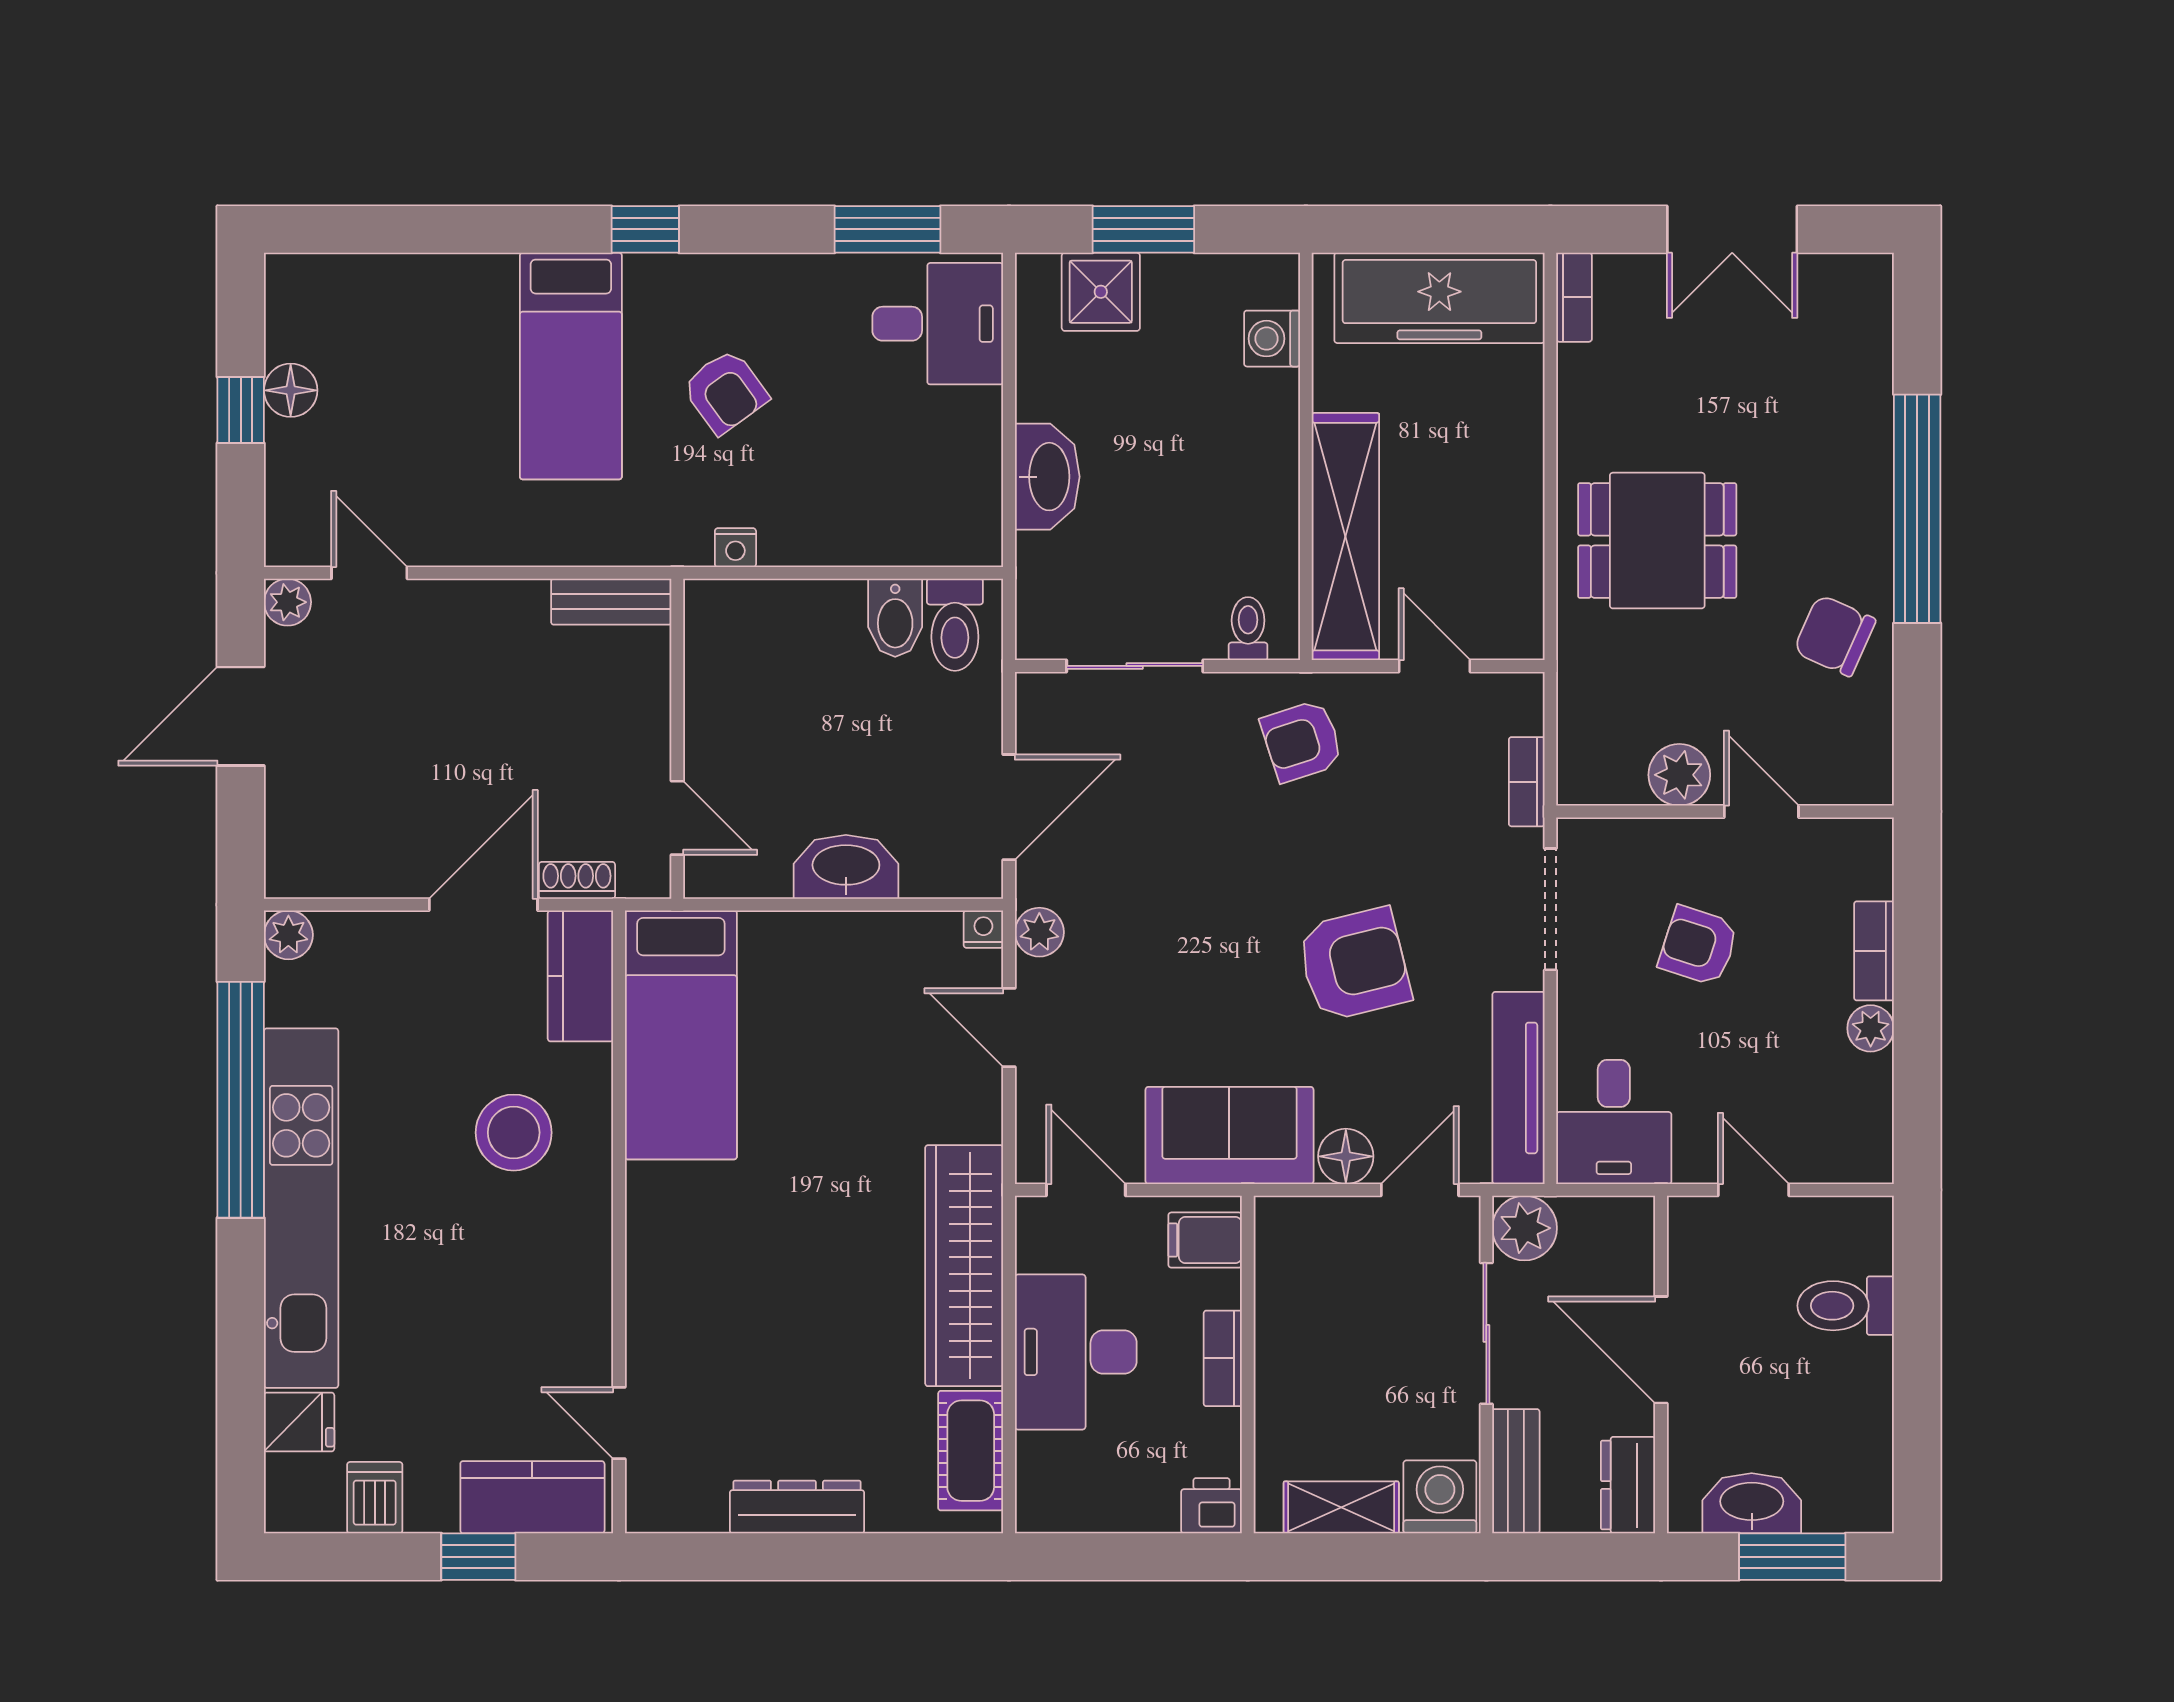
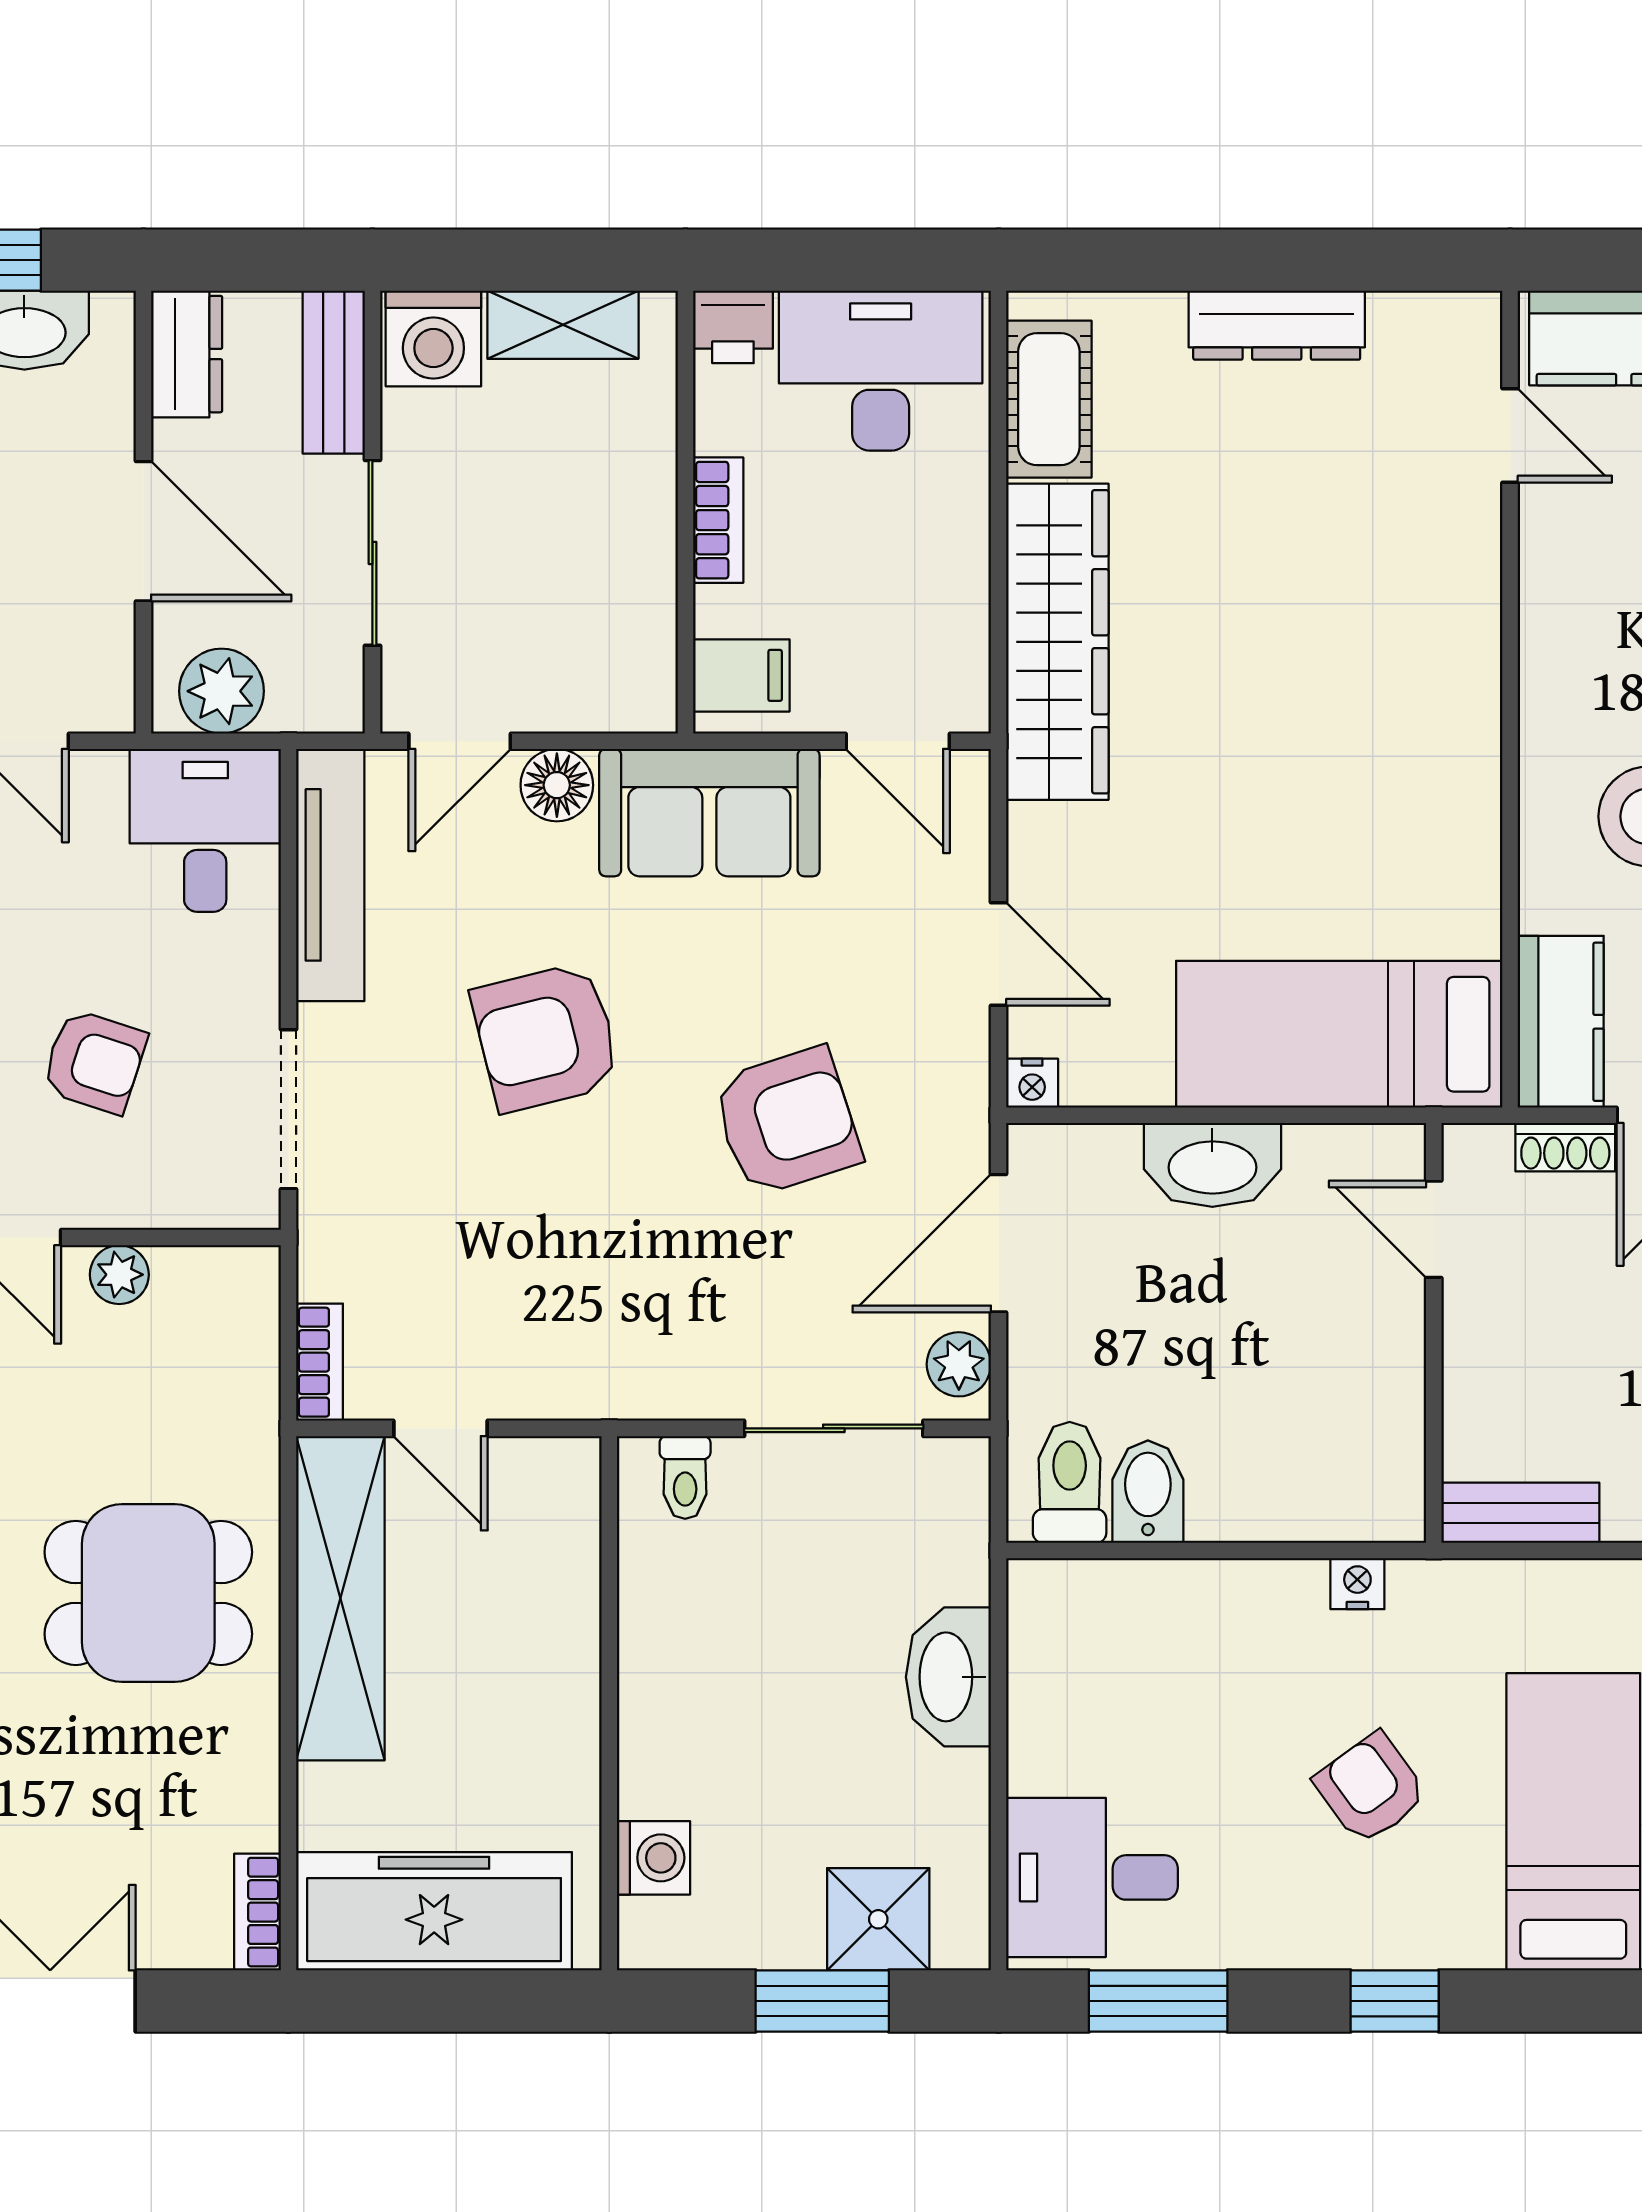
window: (645, 229) -> (1395, 2001), moved
shelving: (1345, 537) -> (340, 1598), moved
armchair: (1302, 741) -> (787, 1121), moved, width x1.38, depth x1.38
plant: (1679, 775) -> (119, 1275), width x0.73, depth x0.73
bookcase: (1527, 782) -> (320, 1362), moved
plant: (1039, 932) -> (959, 1364), moved
bed: (681, 1035) -> (1339, 1034), moved, turned -90
plant: (1525, 1228) -> (221, 691), moved
desk: (1076, 1352) -> (881, 371), moved, turned -90

